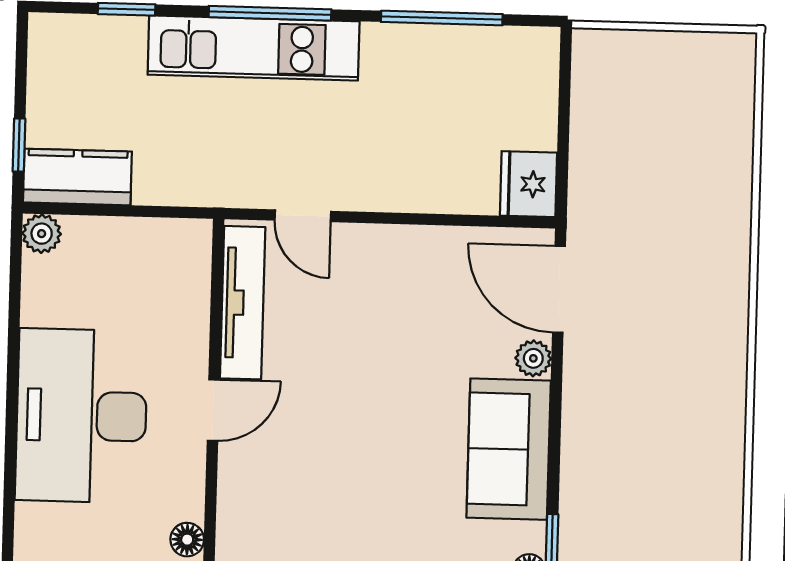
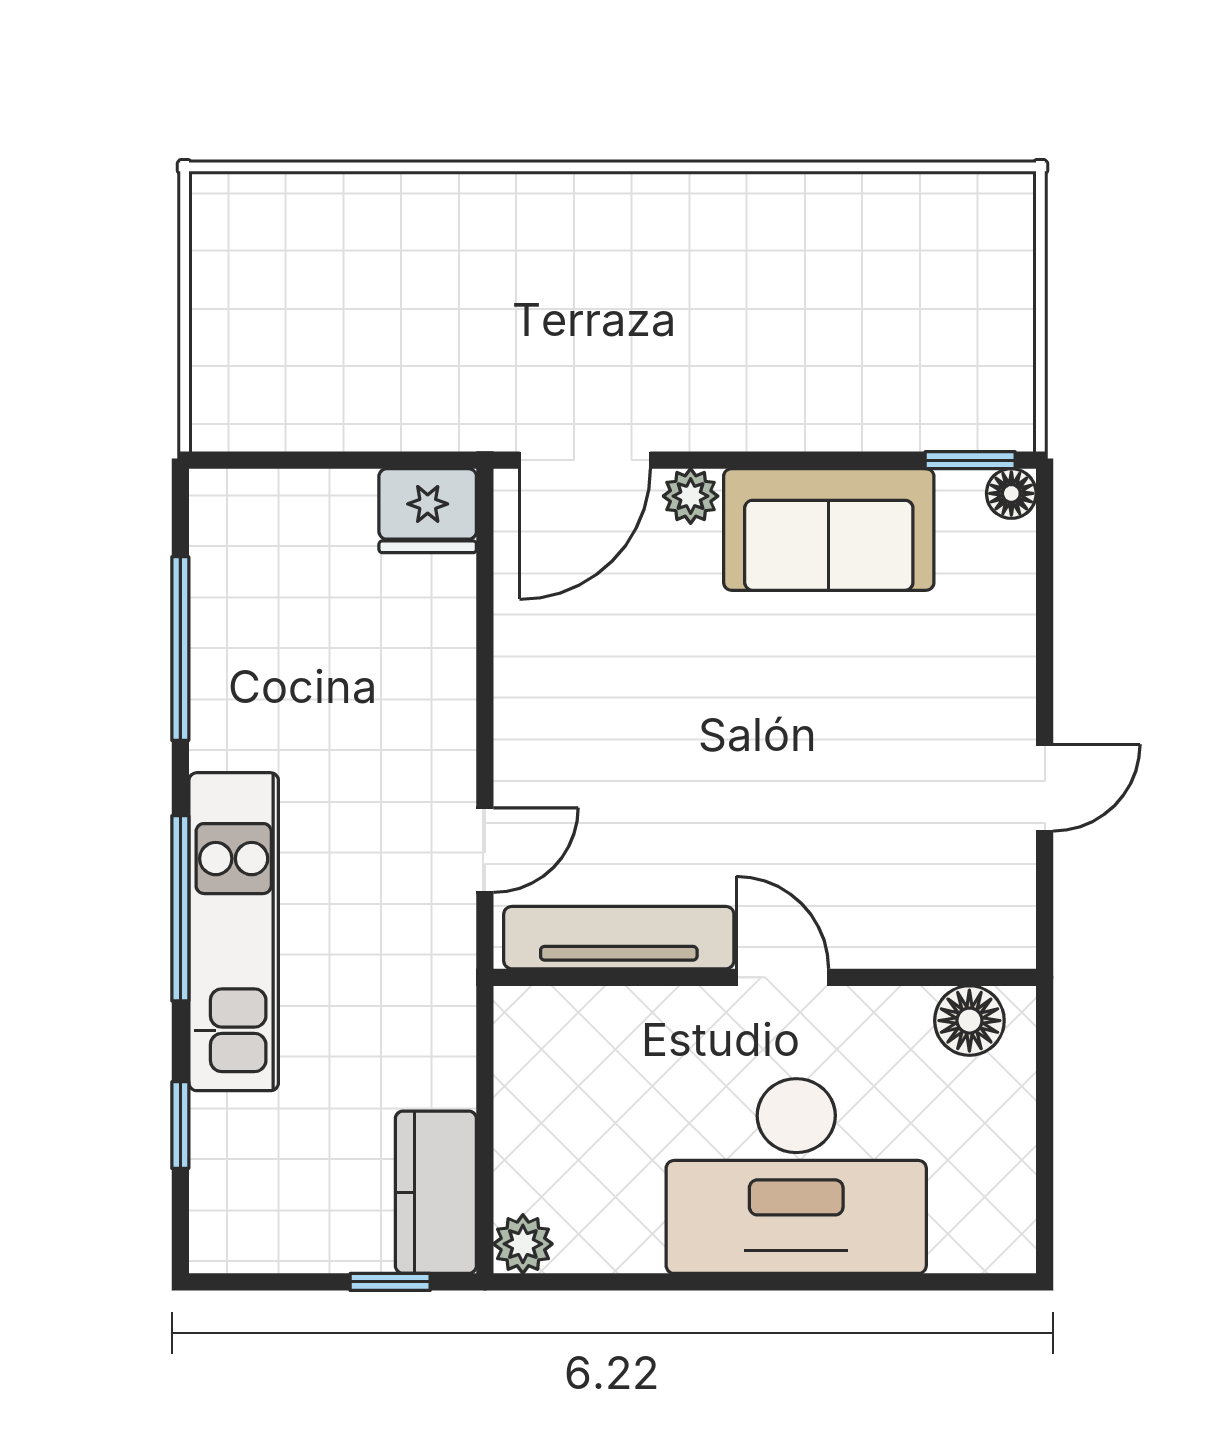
floor lamp: (187, 540) -> (969, 1021), width x1.37, depth x1.37

